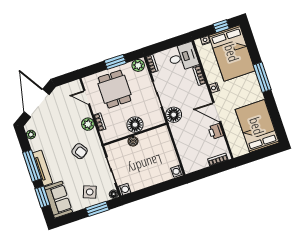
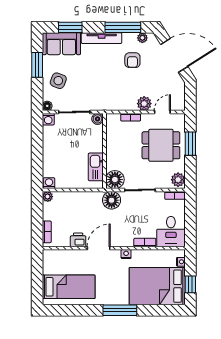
window: (115, 62) -> (190, 144), moved
plant: (88, 124) -> (144, 104), moved
floor lamp: (135, 125) -> (115, 180), moved
bed: (257, 126) -> (69, 287), width x0.67
kitchen sink: (151, 137) -> (96, 167), added
boiler: (133, 141) -> (98, 119), moved
armchair: (80, 151) -> (132, 60), moved, turned -56
window: (32, 166) -> (123, 27), moved
plant: (188, 169) -> (48, 197), added
window: (97, 209) -> (37, 65), moved

